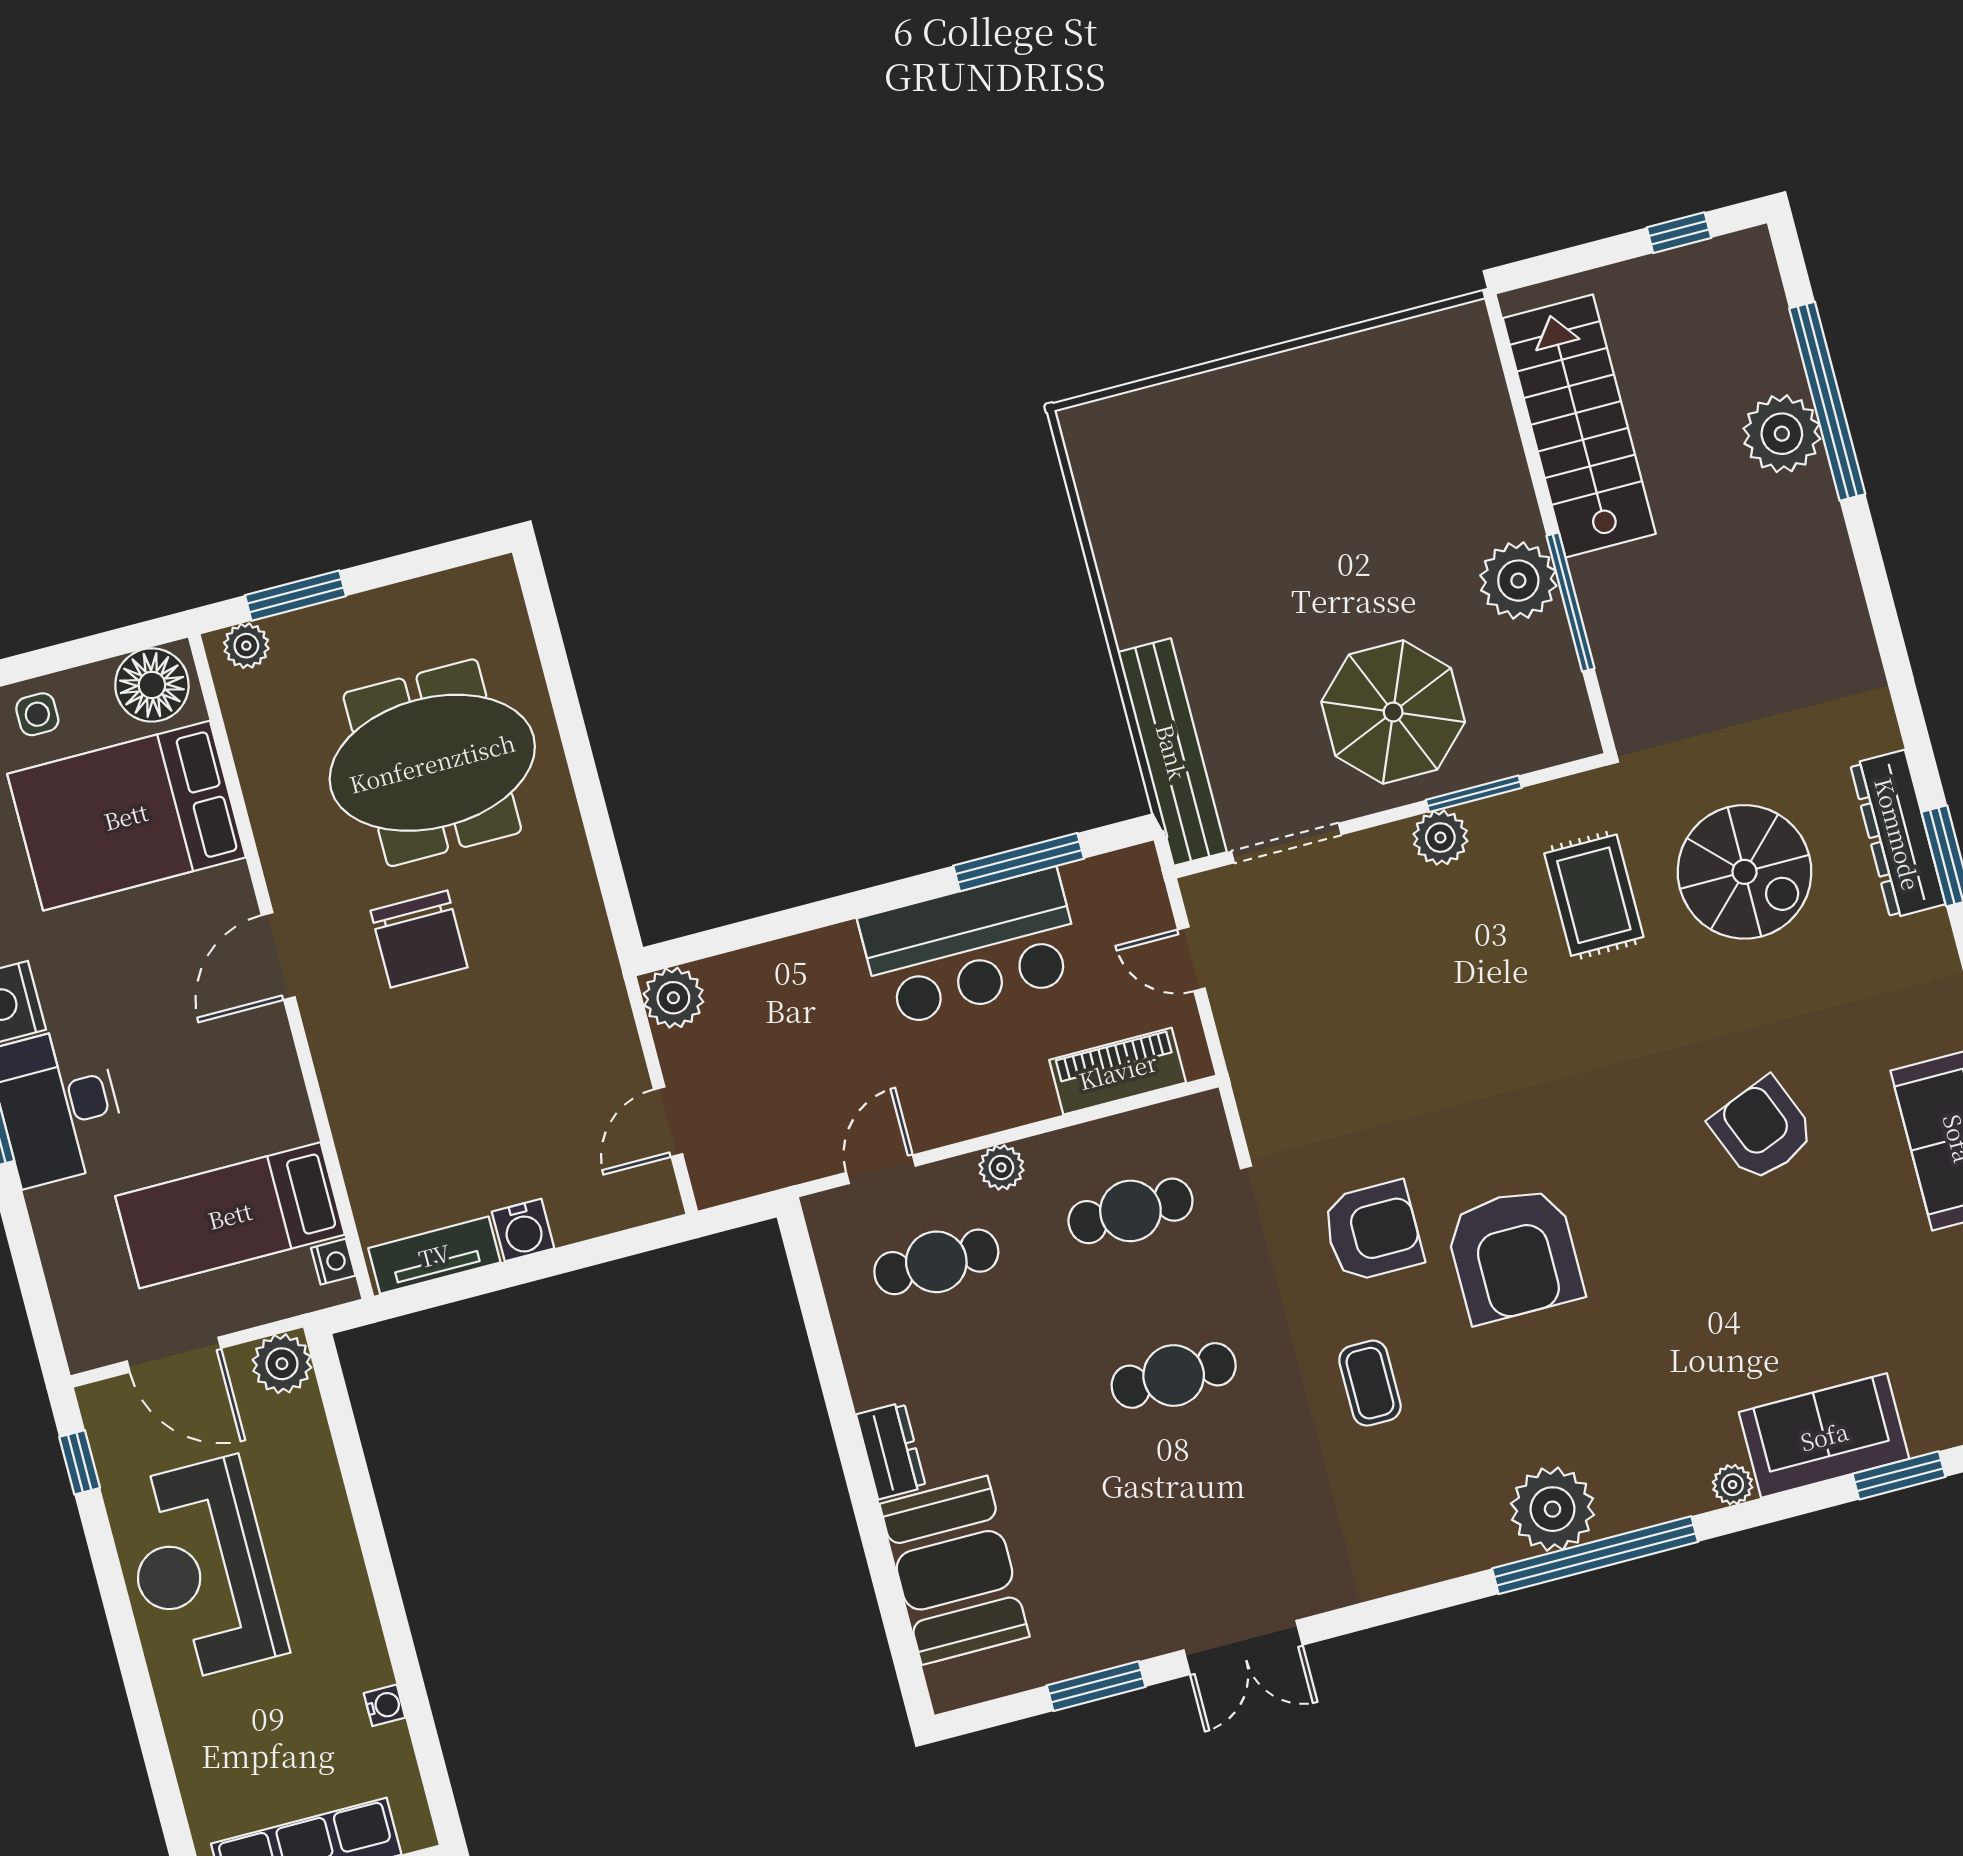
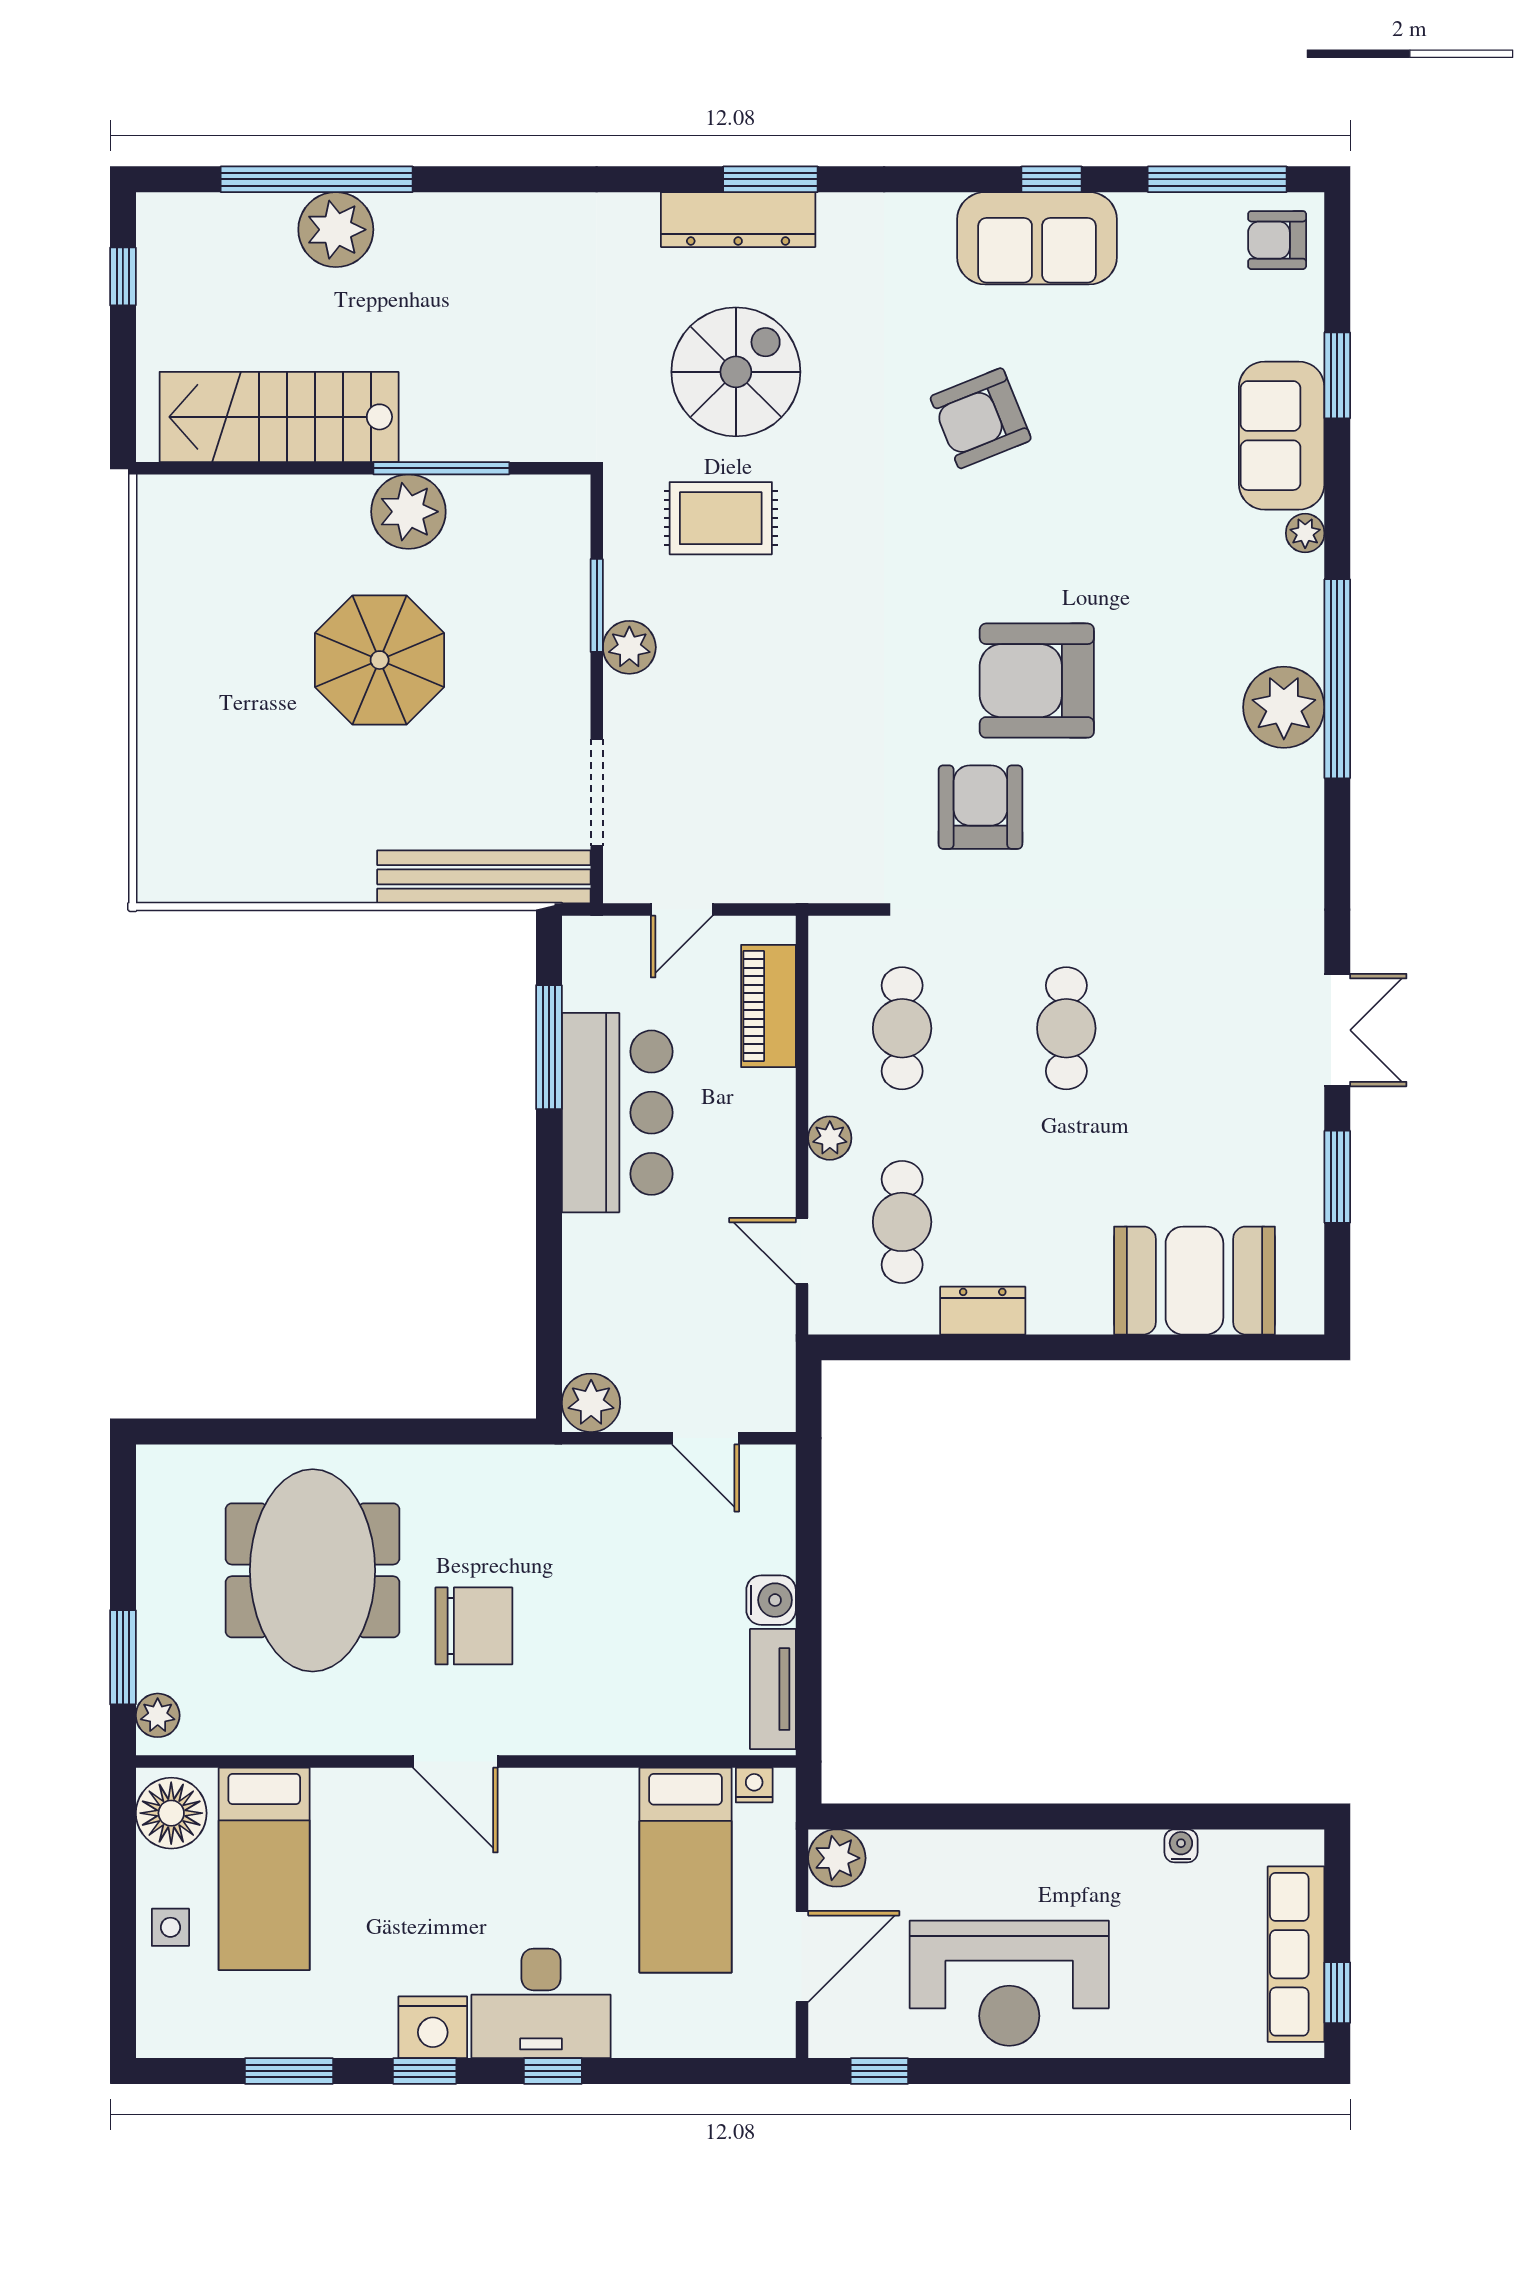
parasol: (1393, 712) -> (380, 660), moved
bed: (126, 816) -> (264, 1869), width x0.67
armchair: (1514, 1255) -> (1037, 681), turned 180
coffee table: (1370, 1383) -> (1121, 847), removed
dresser: (891, 1451) -> (983, 1311), moved

